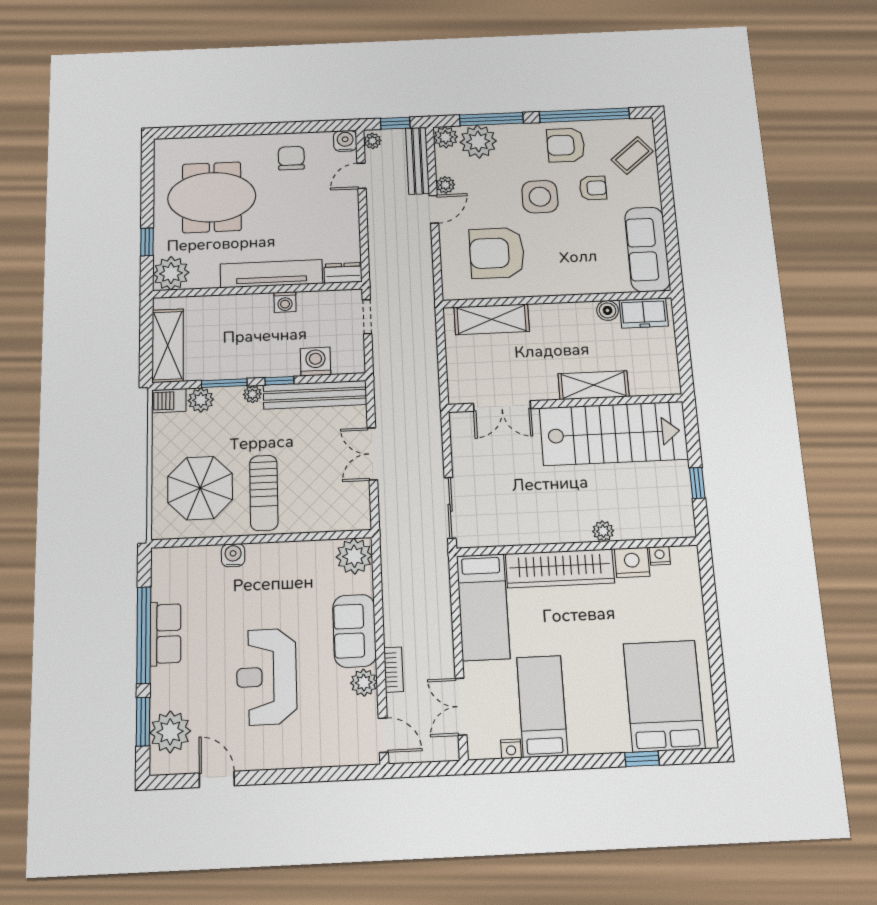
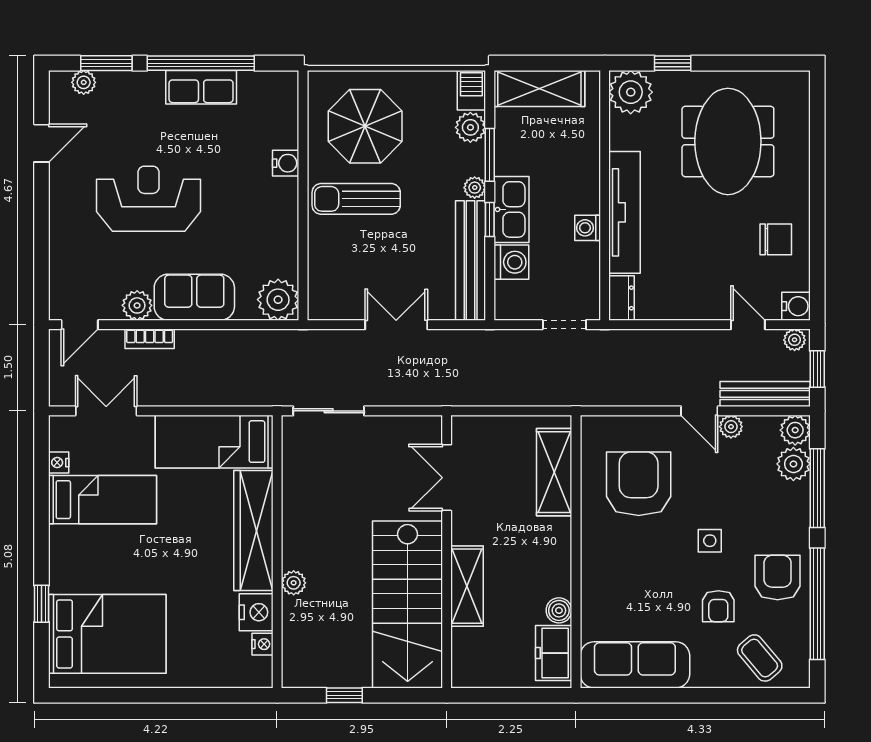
plant: (478, 142) -> (793, 464), width x0.73, depth x0.73
side table: (540, 197) -> (710, 541), width x0.54, depth x0.54
kitchen sink: (271, 363) -> (512, 209), added
plant: (170, 732) -> (84, 82), width x0.53, depth x0.53

